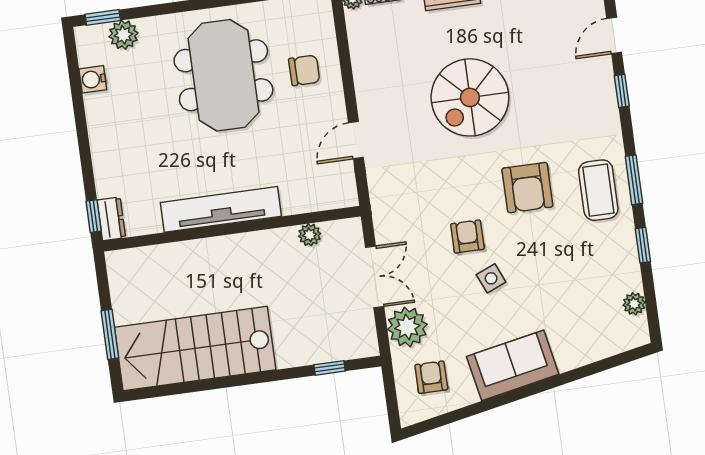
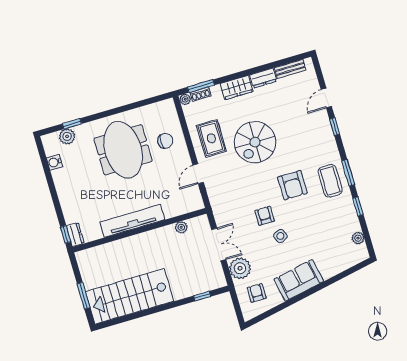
window: (103, 17) -> (72, 124), moved
rug: (390, 78) -> (211, 138), added

